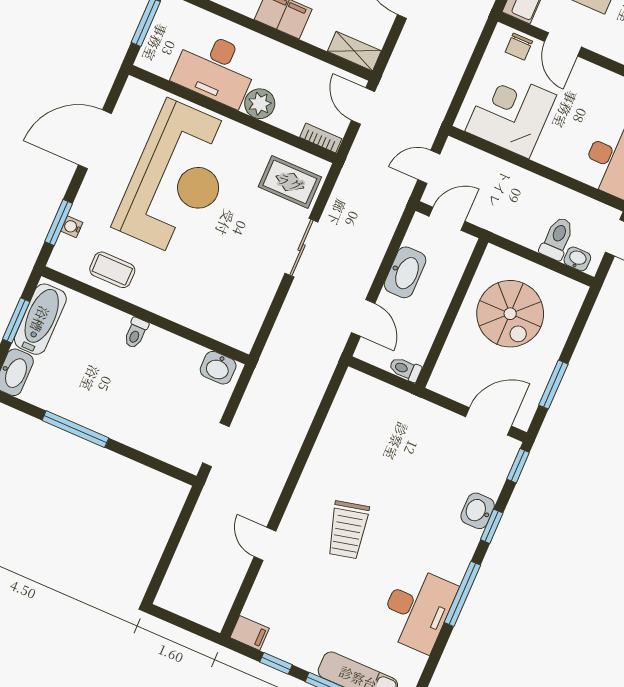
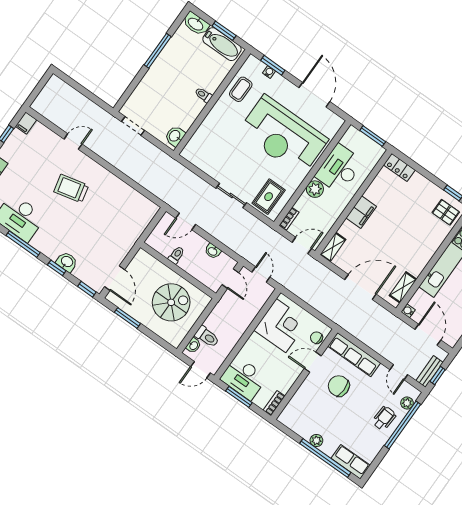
washbasin: (405, 272) -> (213, 251), width x0.52, depth x0.69
spiral stairs: (510, 314) -> (171, 302), turned 180
toilet: (405, 369) -> (176, 255), moved

